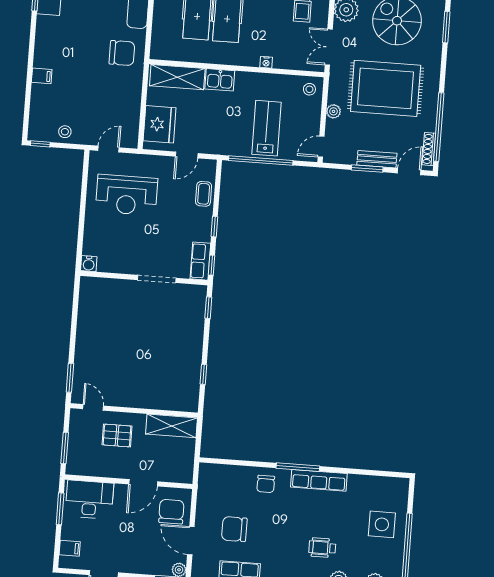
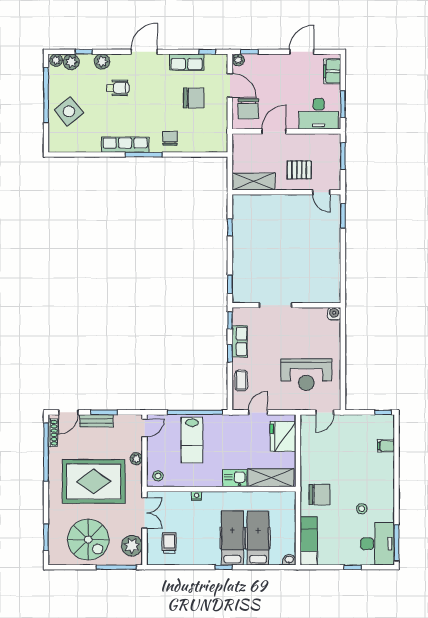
chair: (122, 53) -> (319, 495), turned 180
filing cabinet: (42, 76) -> (386, 446), moved
stool: (65, 132) -> (362, 509), moved
reception desk: (127, 195) -> (306, 375), turned 180
row of seats: (200, 261) -> (240, 341), moved
side table: (382, 524) -> (69, 111), turned -38
filing cabinet: (70, 548) -> (332, 71), width x2.00

